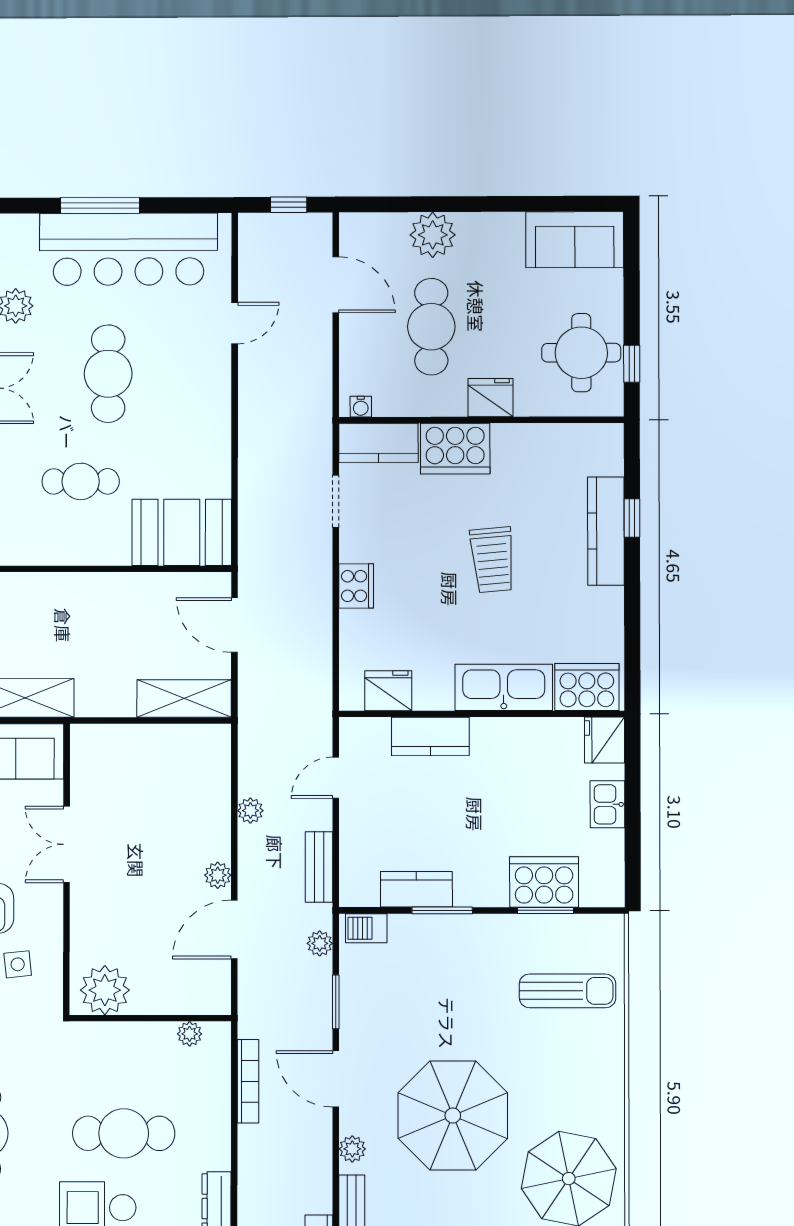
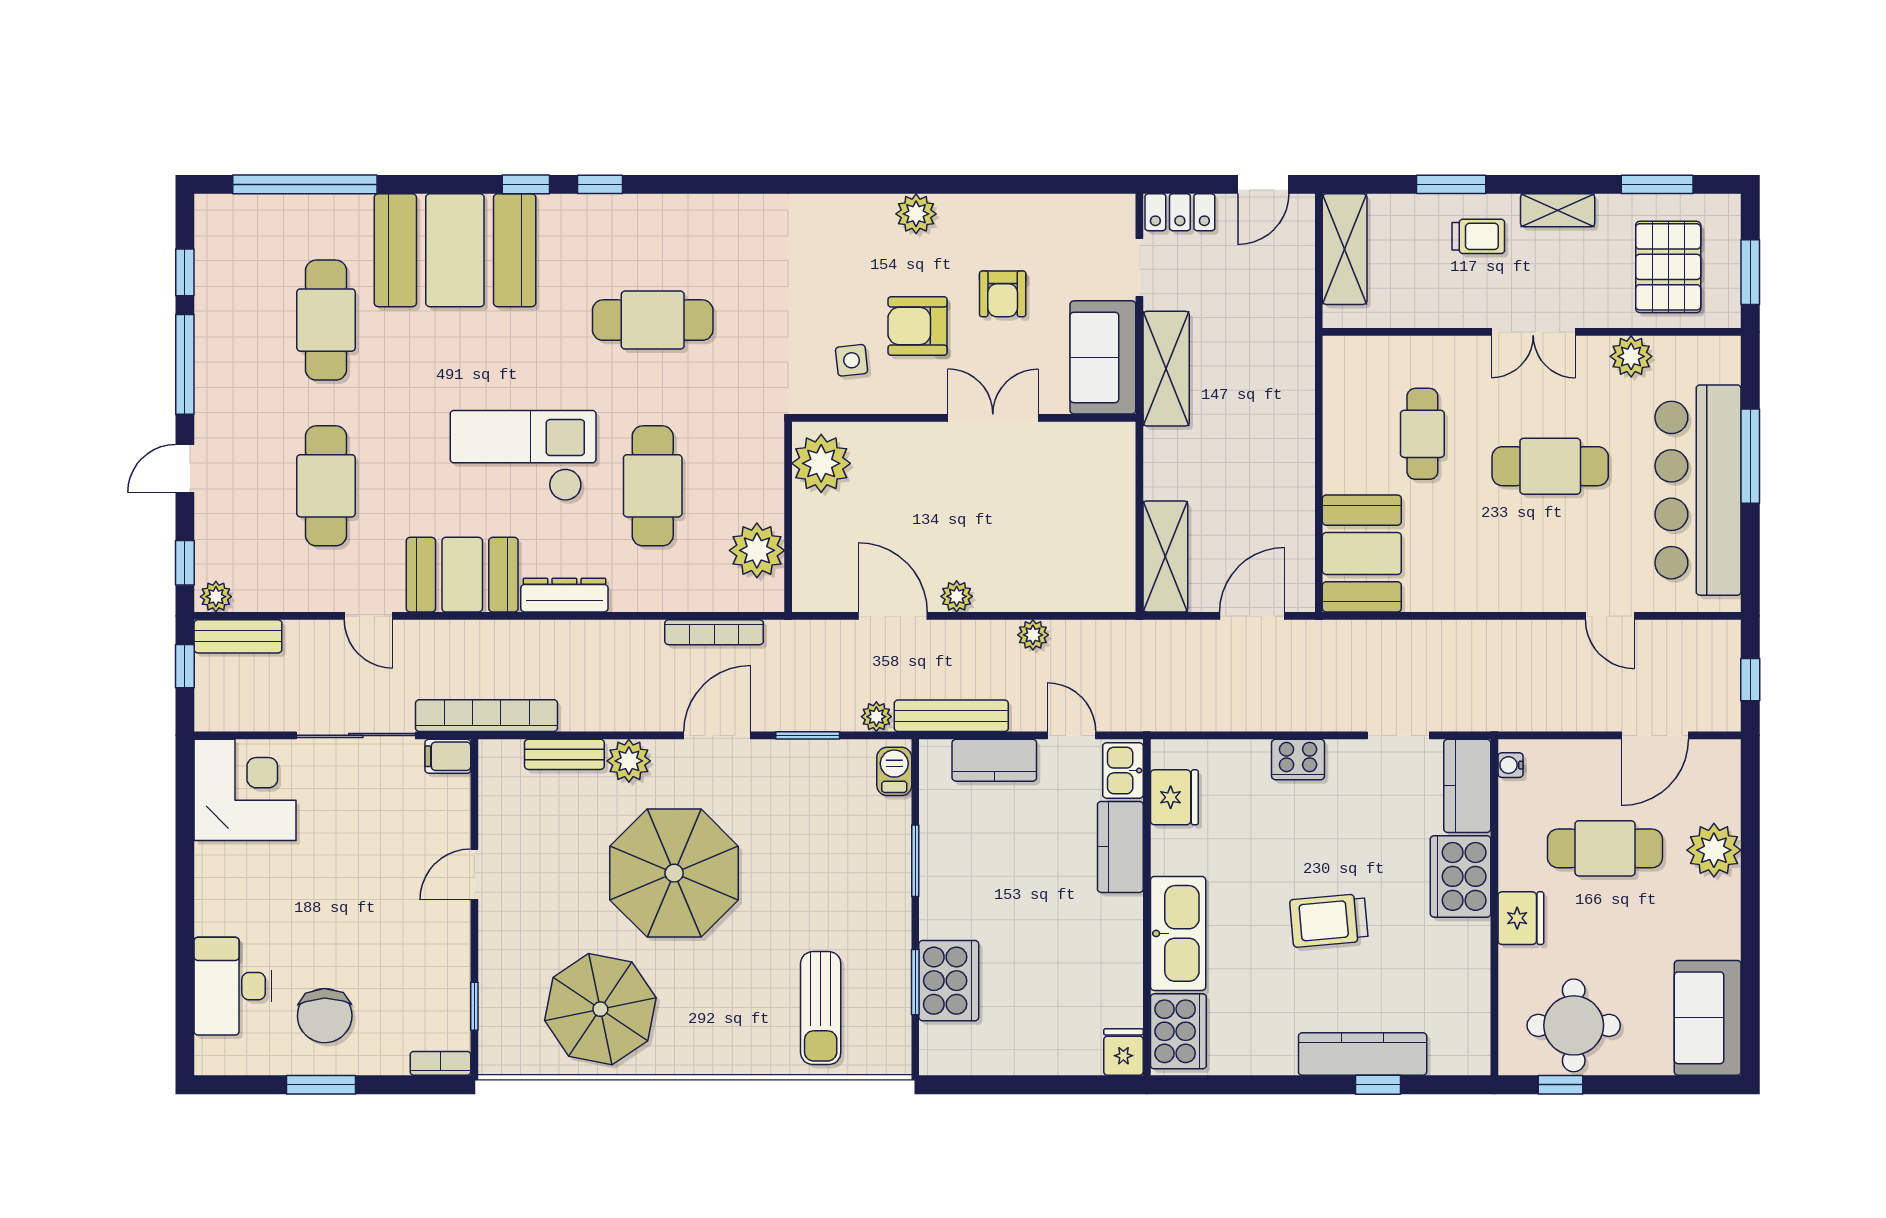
fridge: (605, 740) -> (1123, 1052), width x0.72
kitchen sink: (607, 804) -> (1123, 770), moved, turned -90
bench: (319, 867) -> (951, 716), width x1.36
kitchen counter: (416, 889) -> (994, 760), moved, turned 90
plant: (190, 1034) -> (757, 550), width x1.88, depth x1.88
plant: (352, 1149) -> (629, 761), width x1.38, depth x1.38

